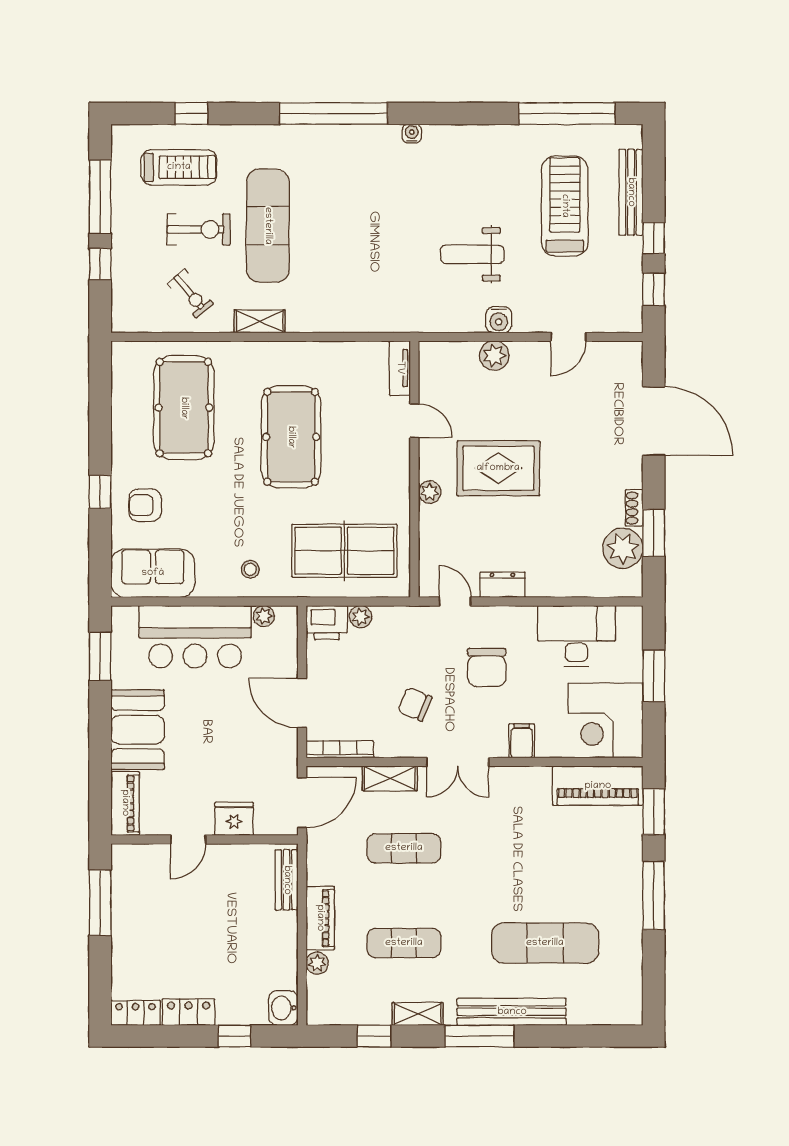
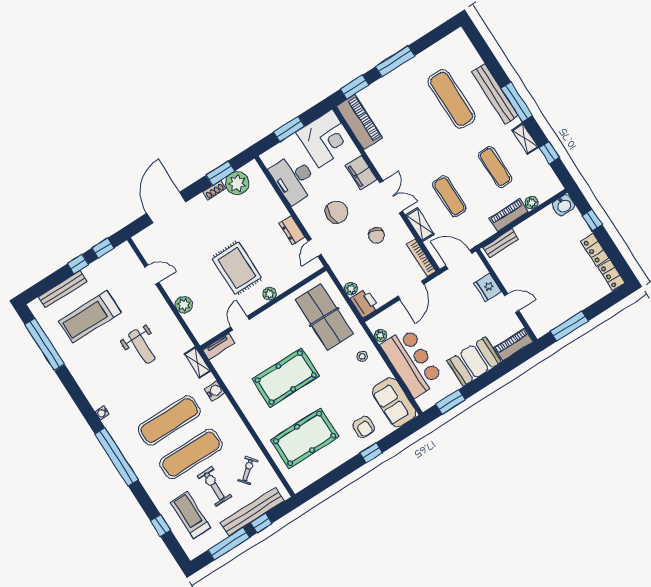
exercise mat: (338, 225) -> (169, 420), added
bench: (125, 261) -> (252, 512), added
water cooler: (499, 320) -> (215, 391), moved
shelving: (260, 321) -> (197, 362), moved
filing cabinet: (522, 741) -> (361, 173), width x2.00

